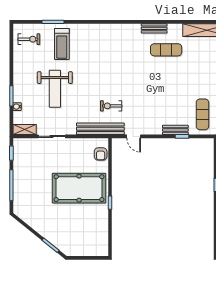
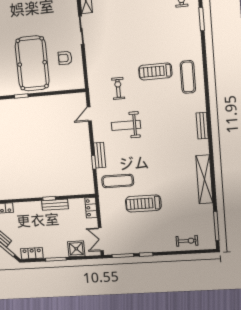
treadmill: (62, 44) -> (155, 71), moved
exercise mat: (166, 50) -> (188, 77), moved
weight bench: (55, 89) -> (126, 125), moved, width x0.73, depth x0.75
bench: (100, 129) -> (94, 80), removed
armchair: (101, 154) -> (65, 58), moved

